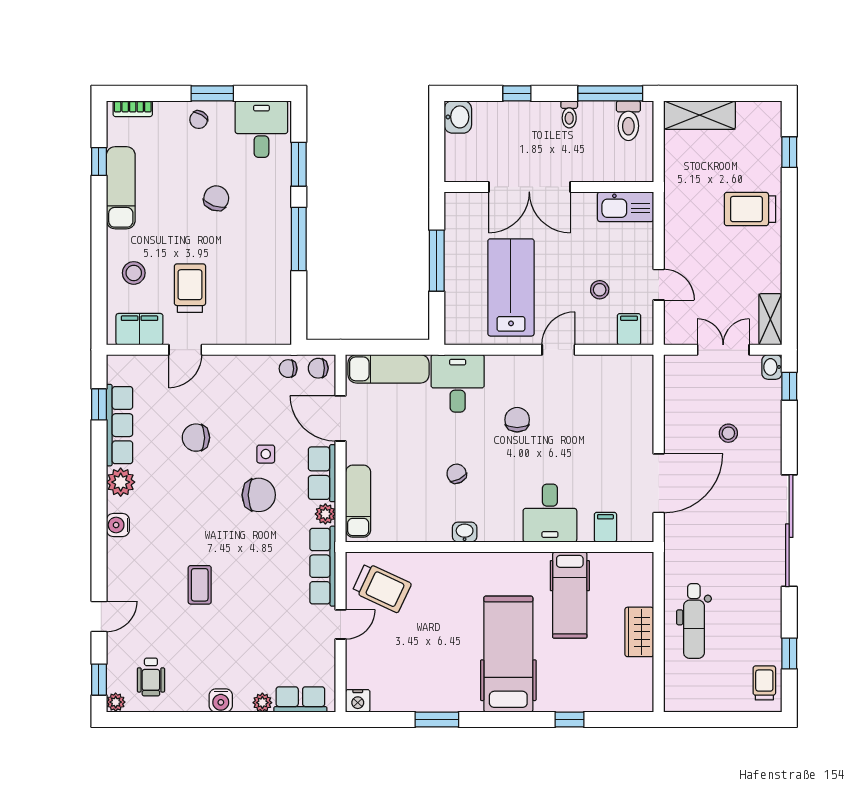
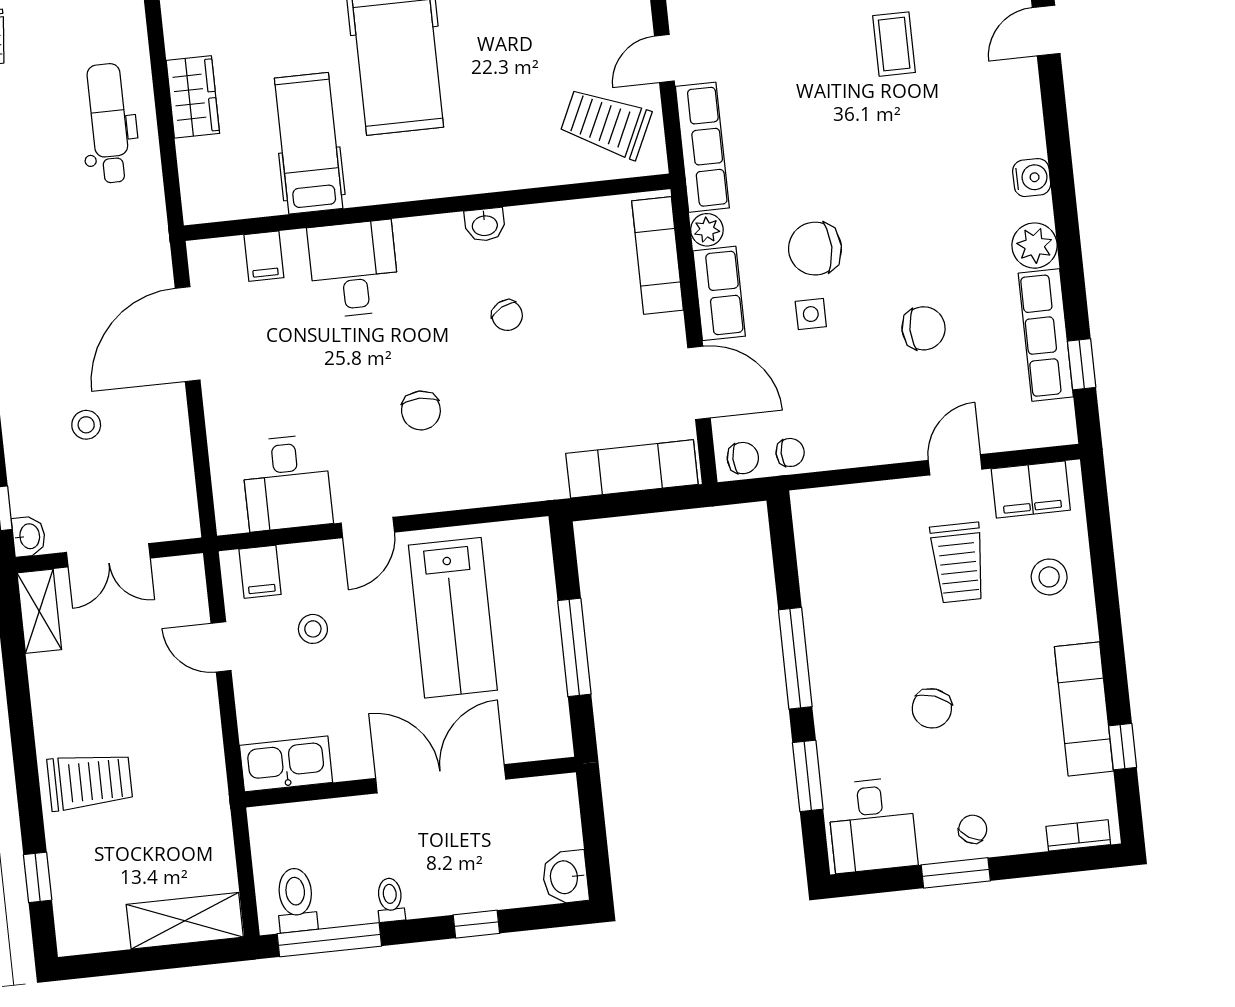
desk: (458, 383) -> (287, 483), moved
coffee table: (200, 585) -> (894, 44), moved

